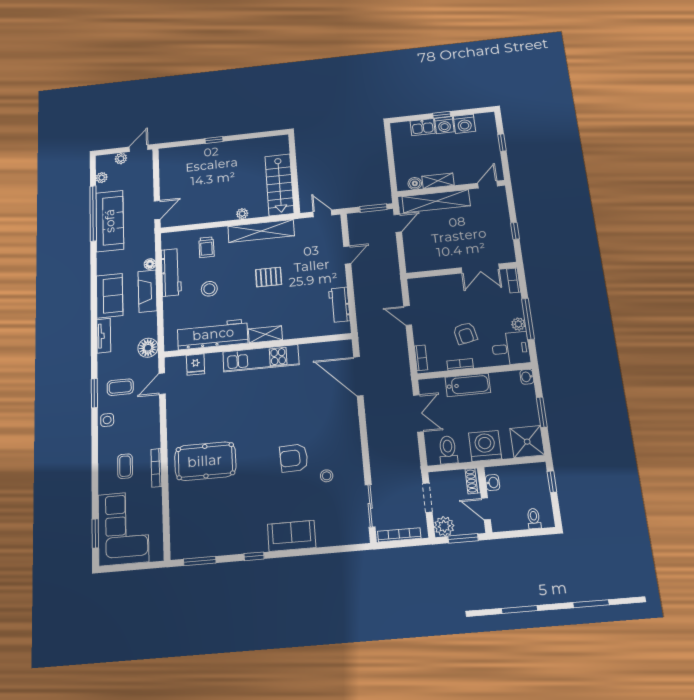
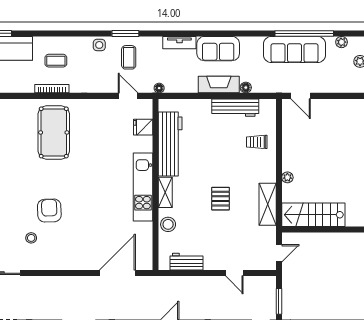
shelving: (261, 231) -> (268, 204), width x0.68
stool: (209, 289) -> (168, 224), moved
floor lamp: (148, 348) -> (159, 88), width x0.53, depth x0.53

